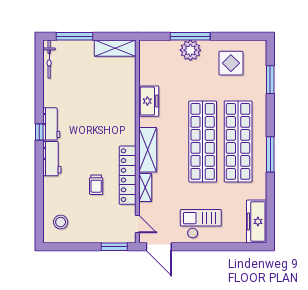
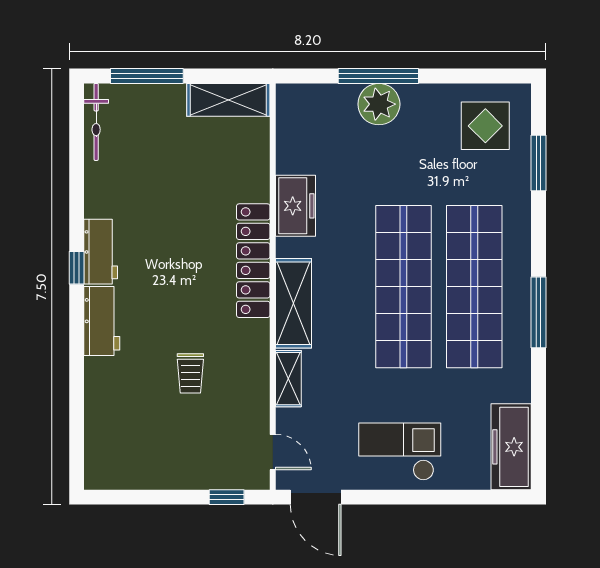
display table: (231, 63) -> (485, 126), moved
locker: (128, 175) -> (253, 261), moved
stool: (61, 222) -> (119, 448), removed
window: (114, 247) -> (227, 497), width x0.67

